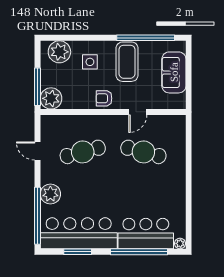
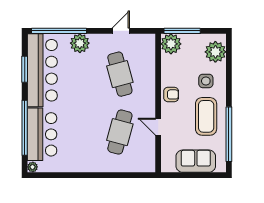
coffee table: (127, 62) -> (206, 116), turned 90
armchair: (104, 98) -> (171, 94), turned 90

